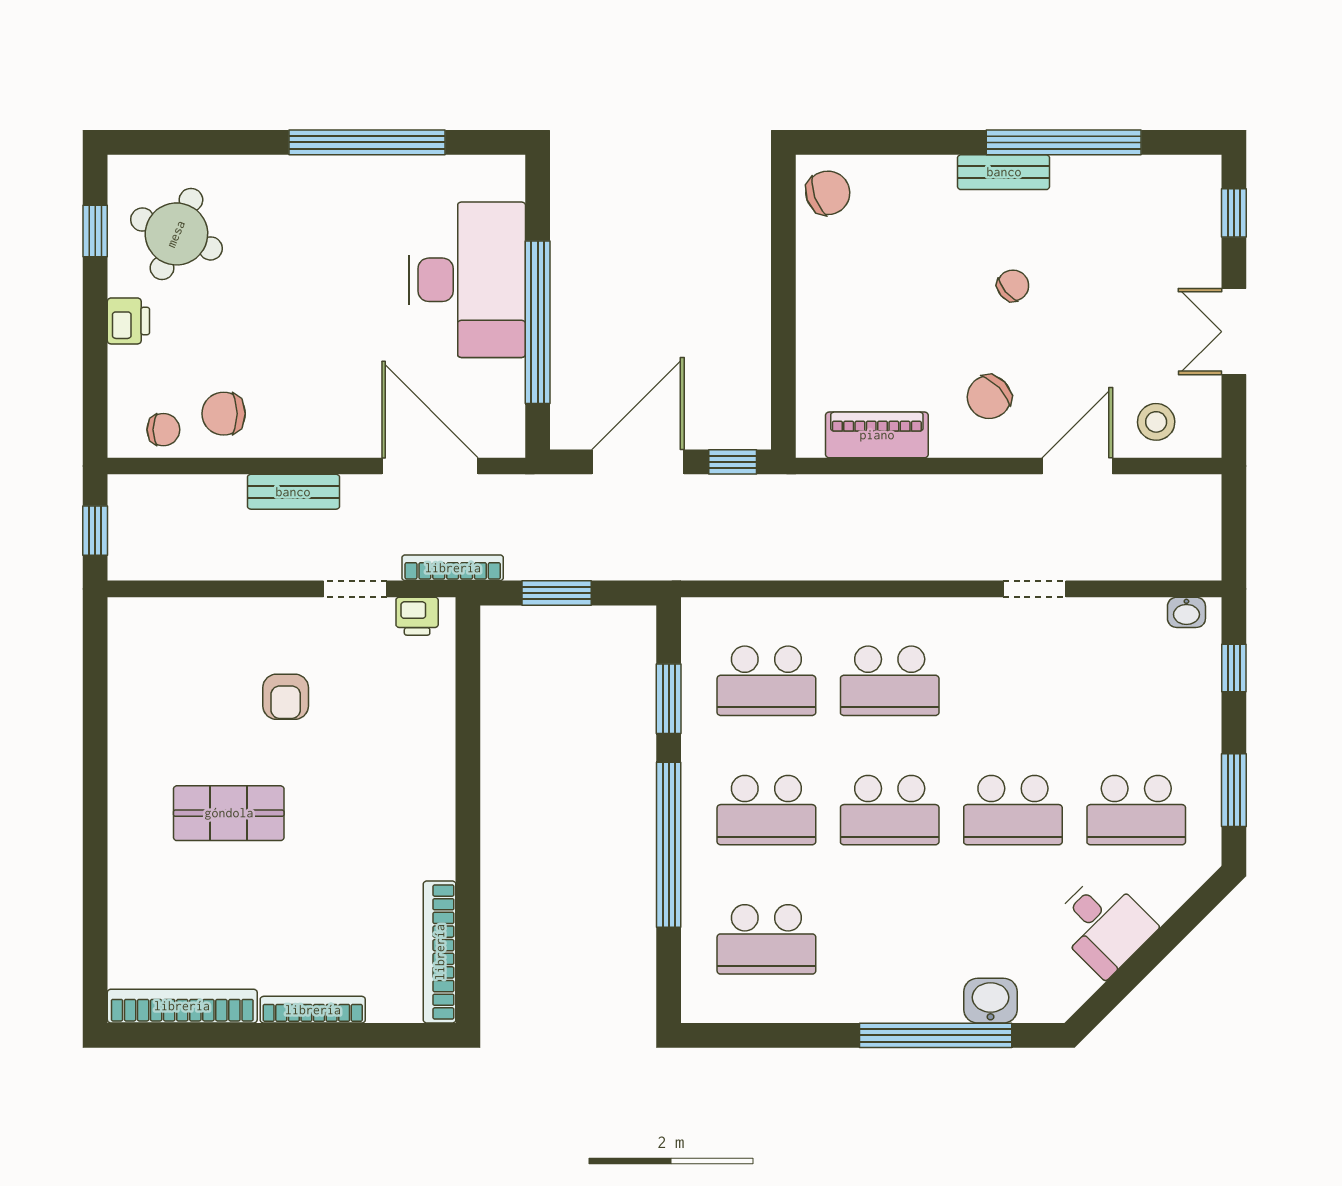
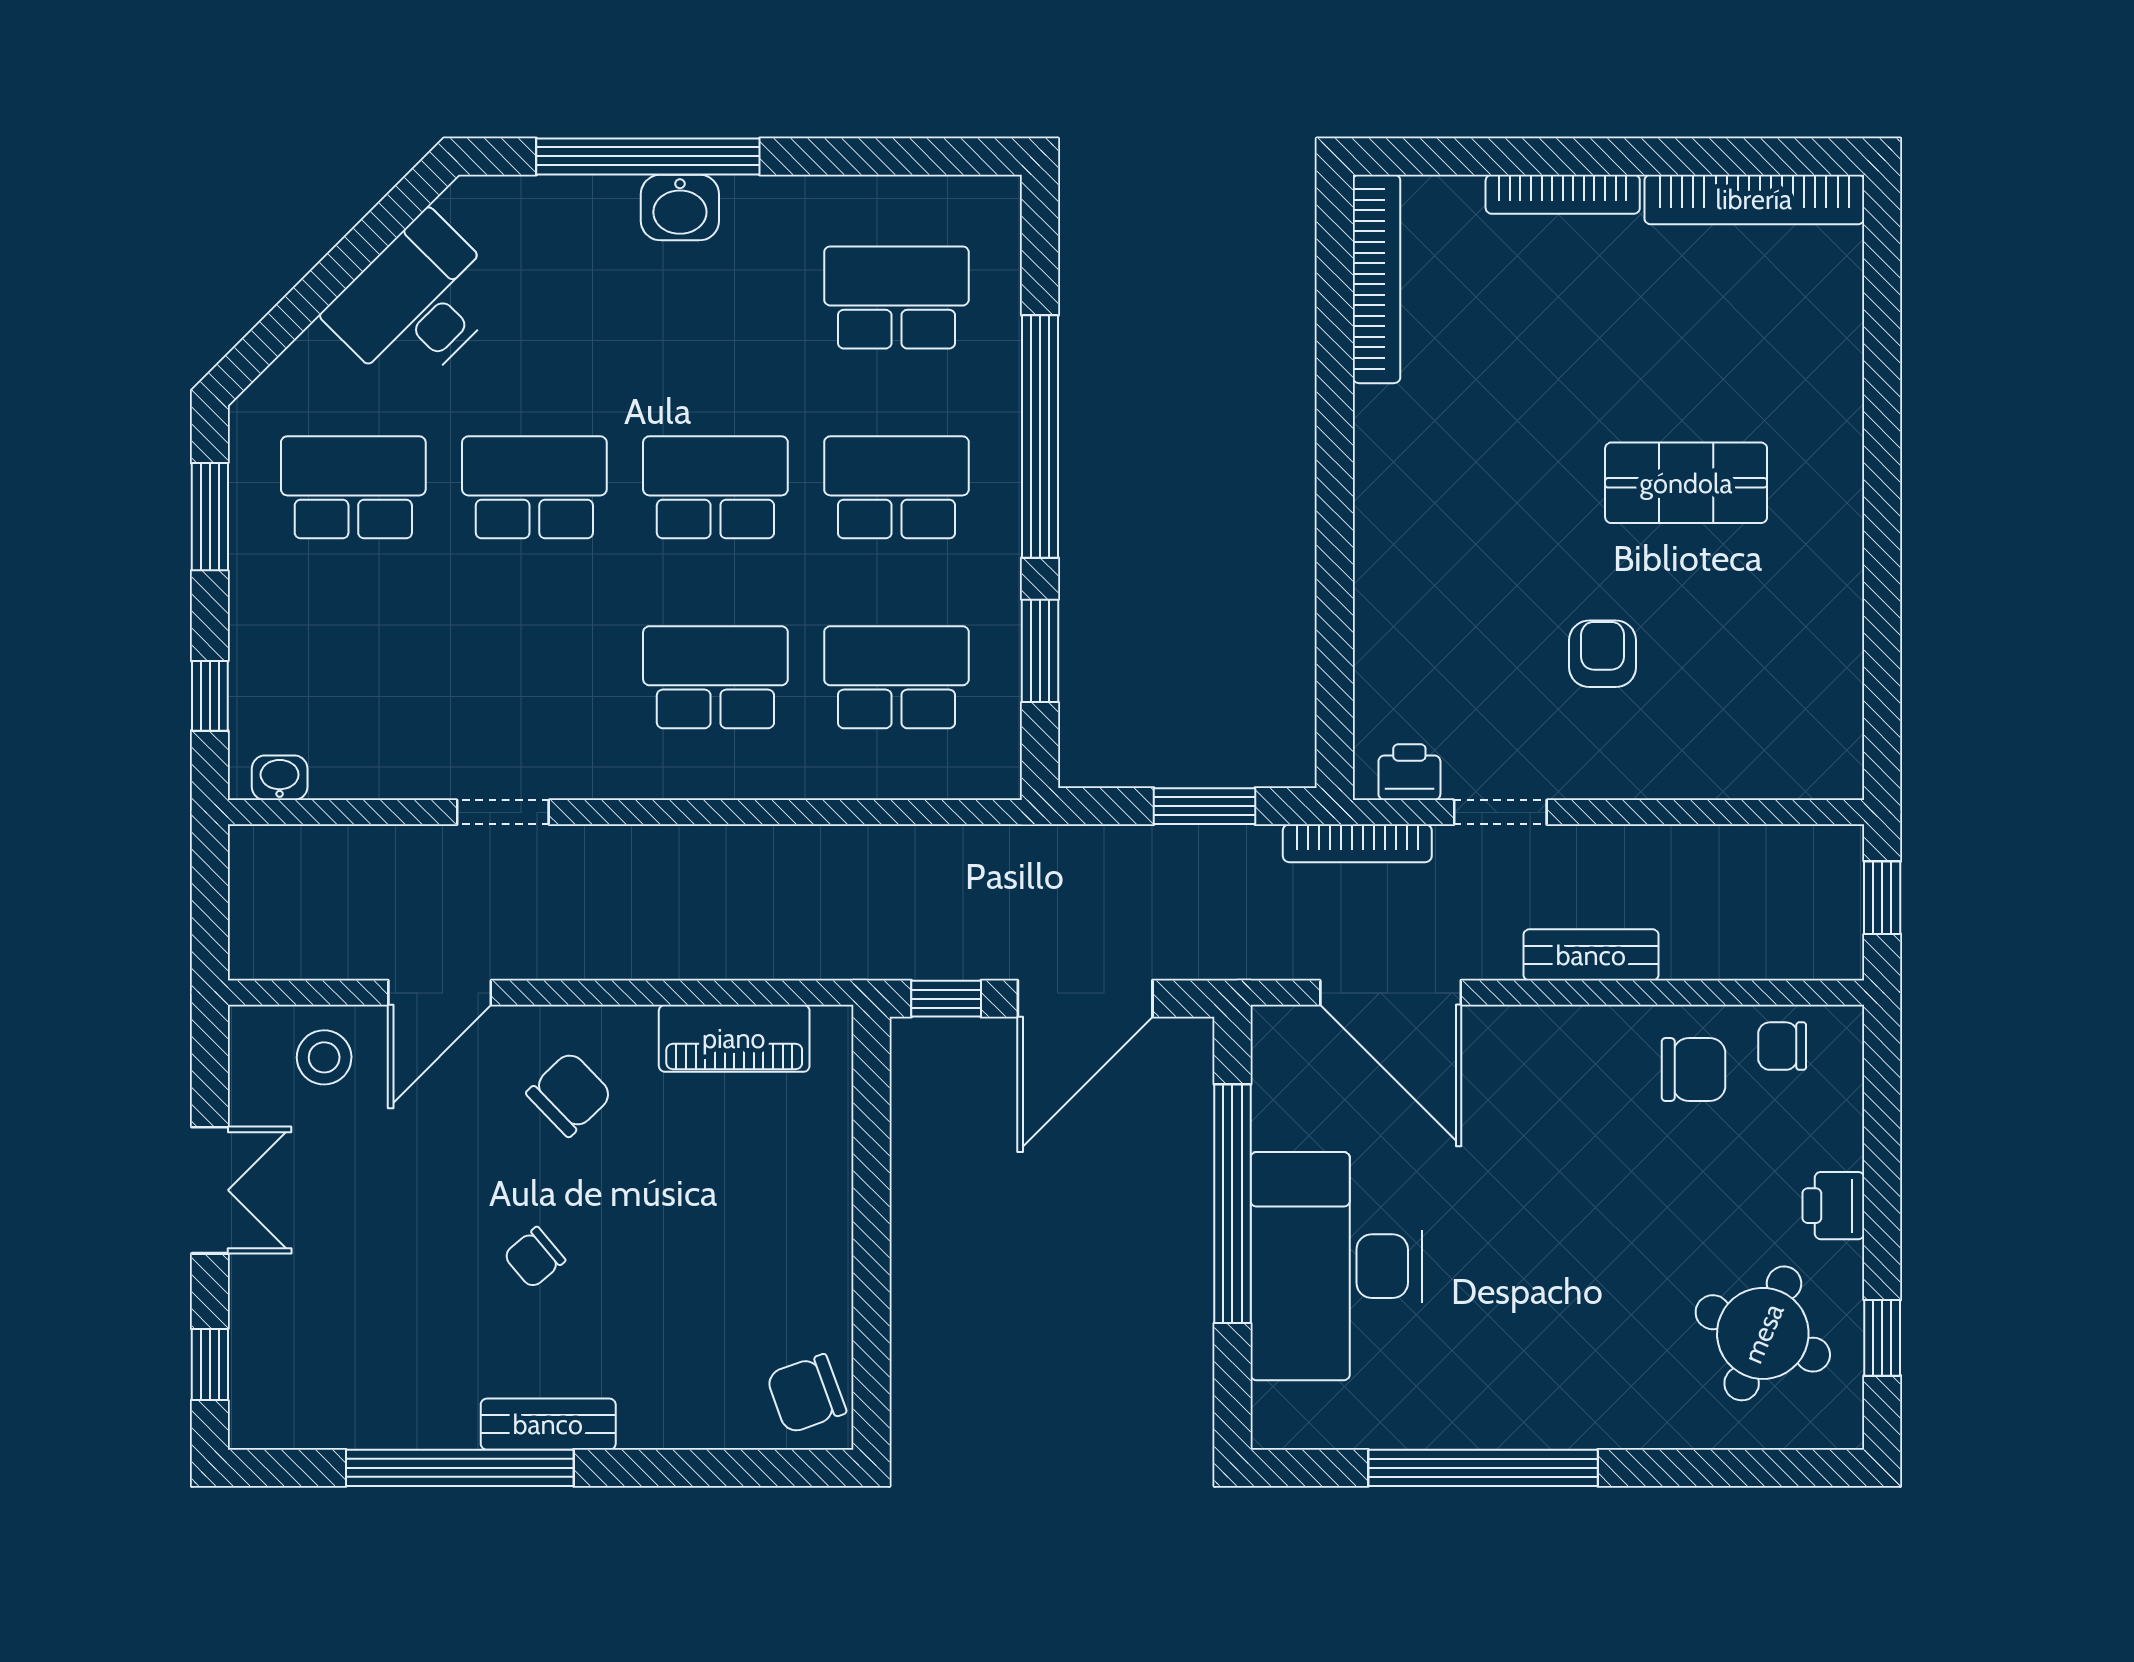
desk: (1103, 925) -> (417, 304), width x1.37
washbasin: (991, 1001) -> (680, 207), moved

